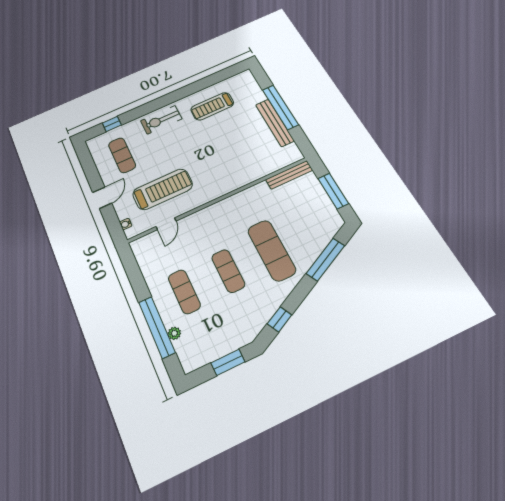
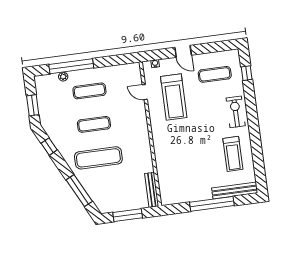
treadmill: (212, 106) -> (233, 154), turned 180
bench: (275, 123) -> (235, 190), moved

